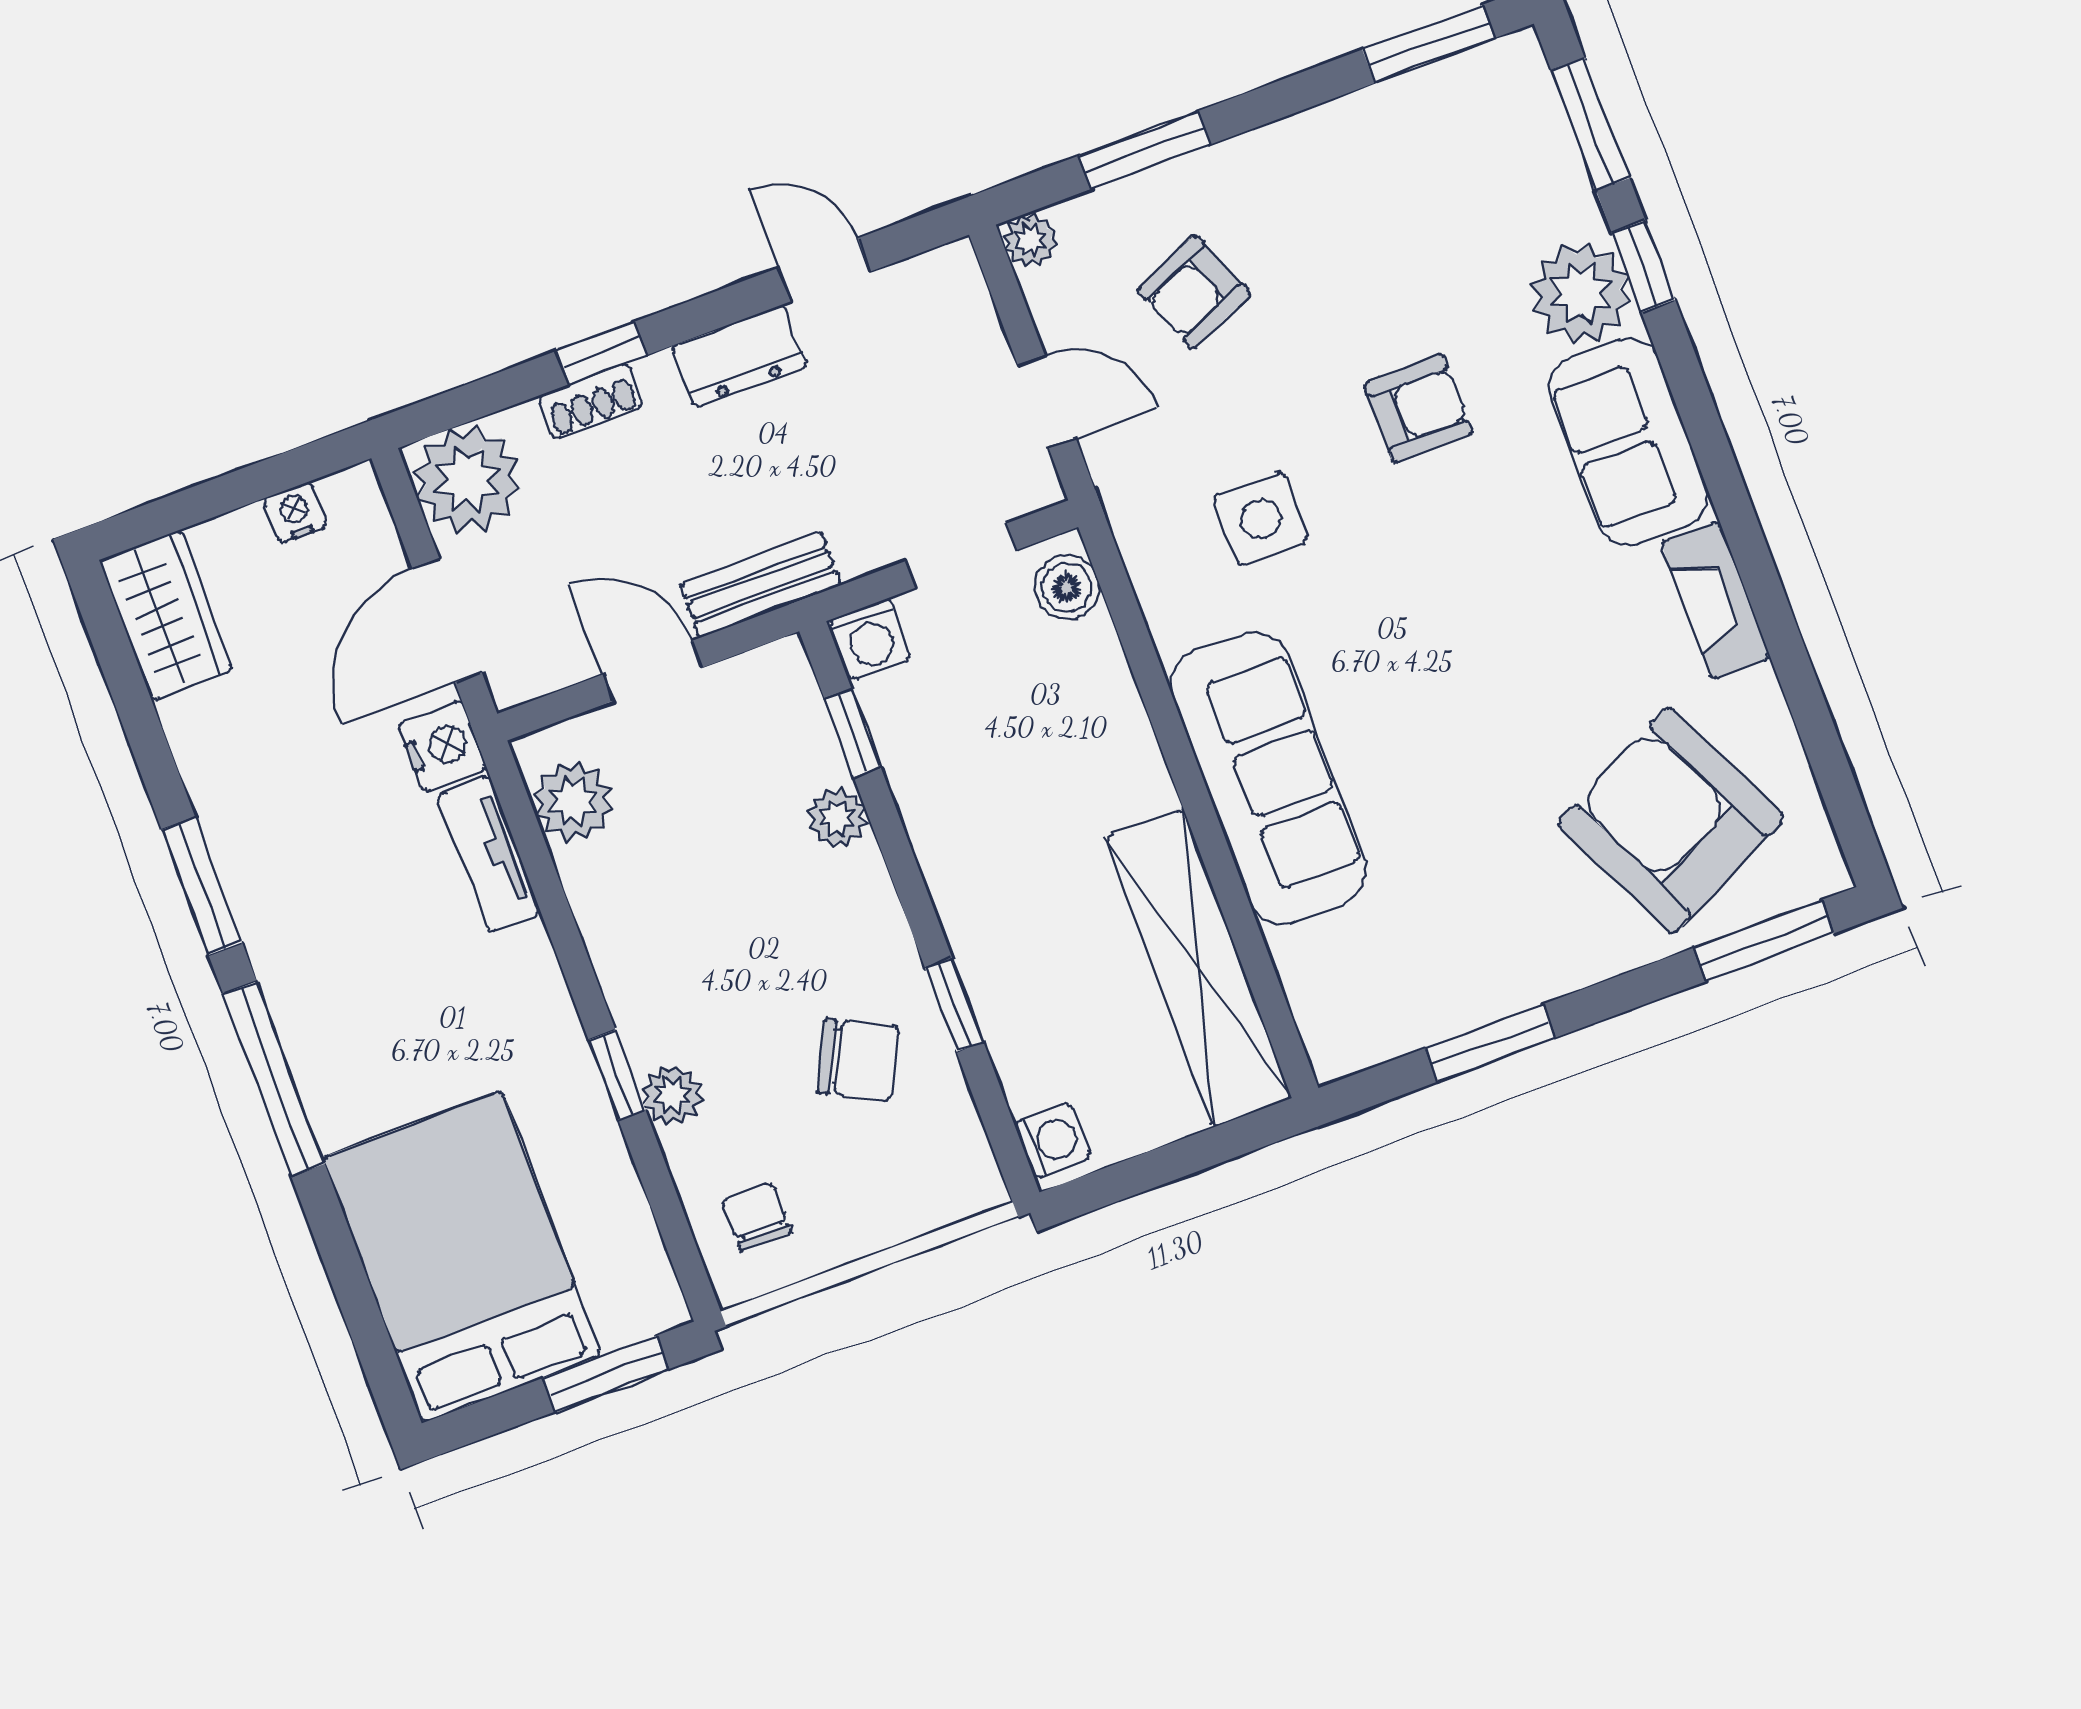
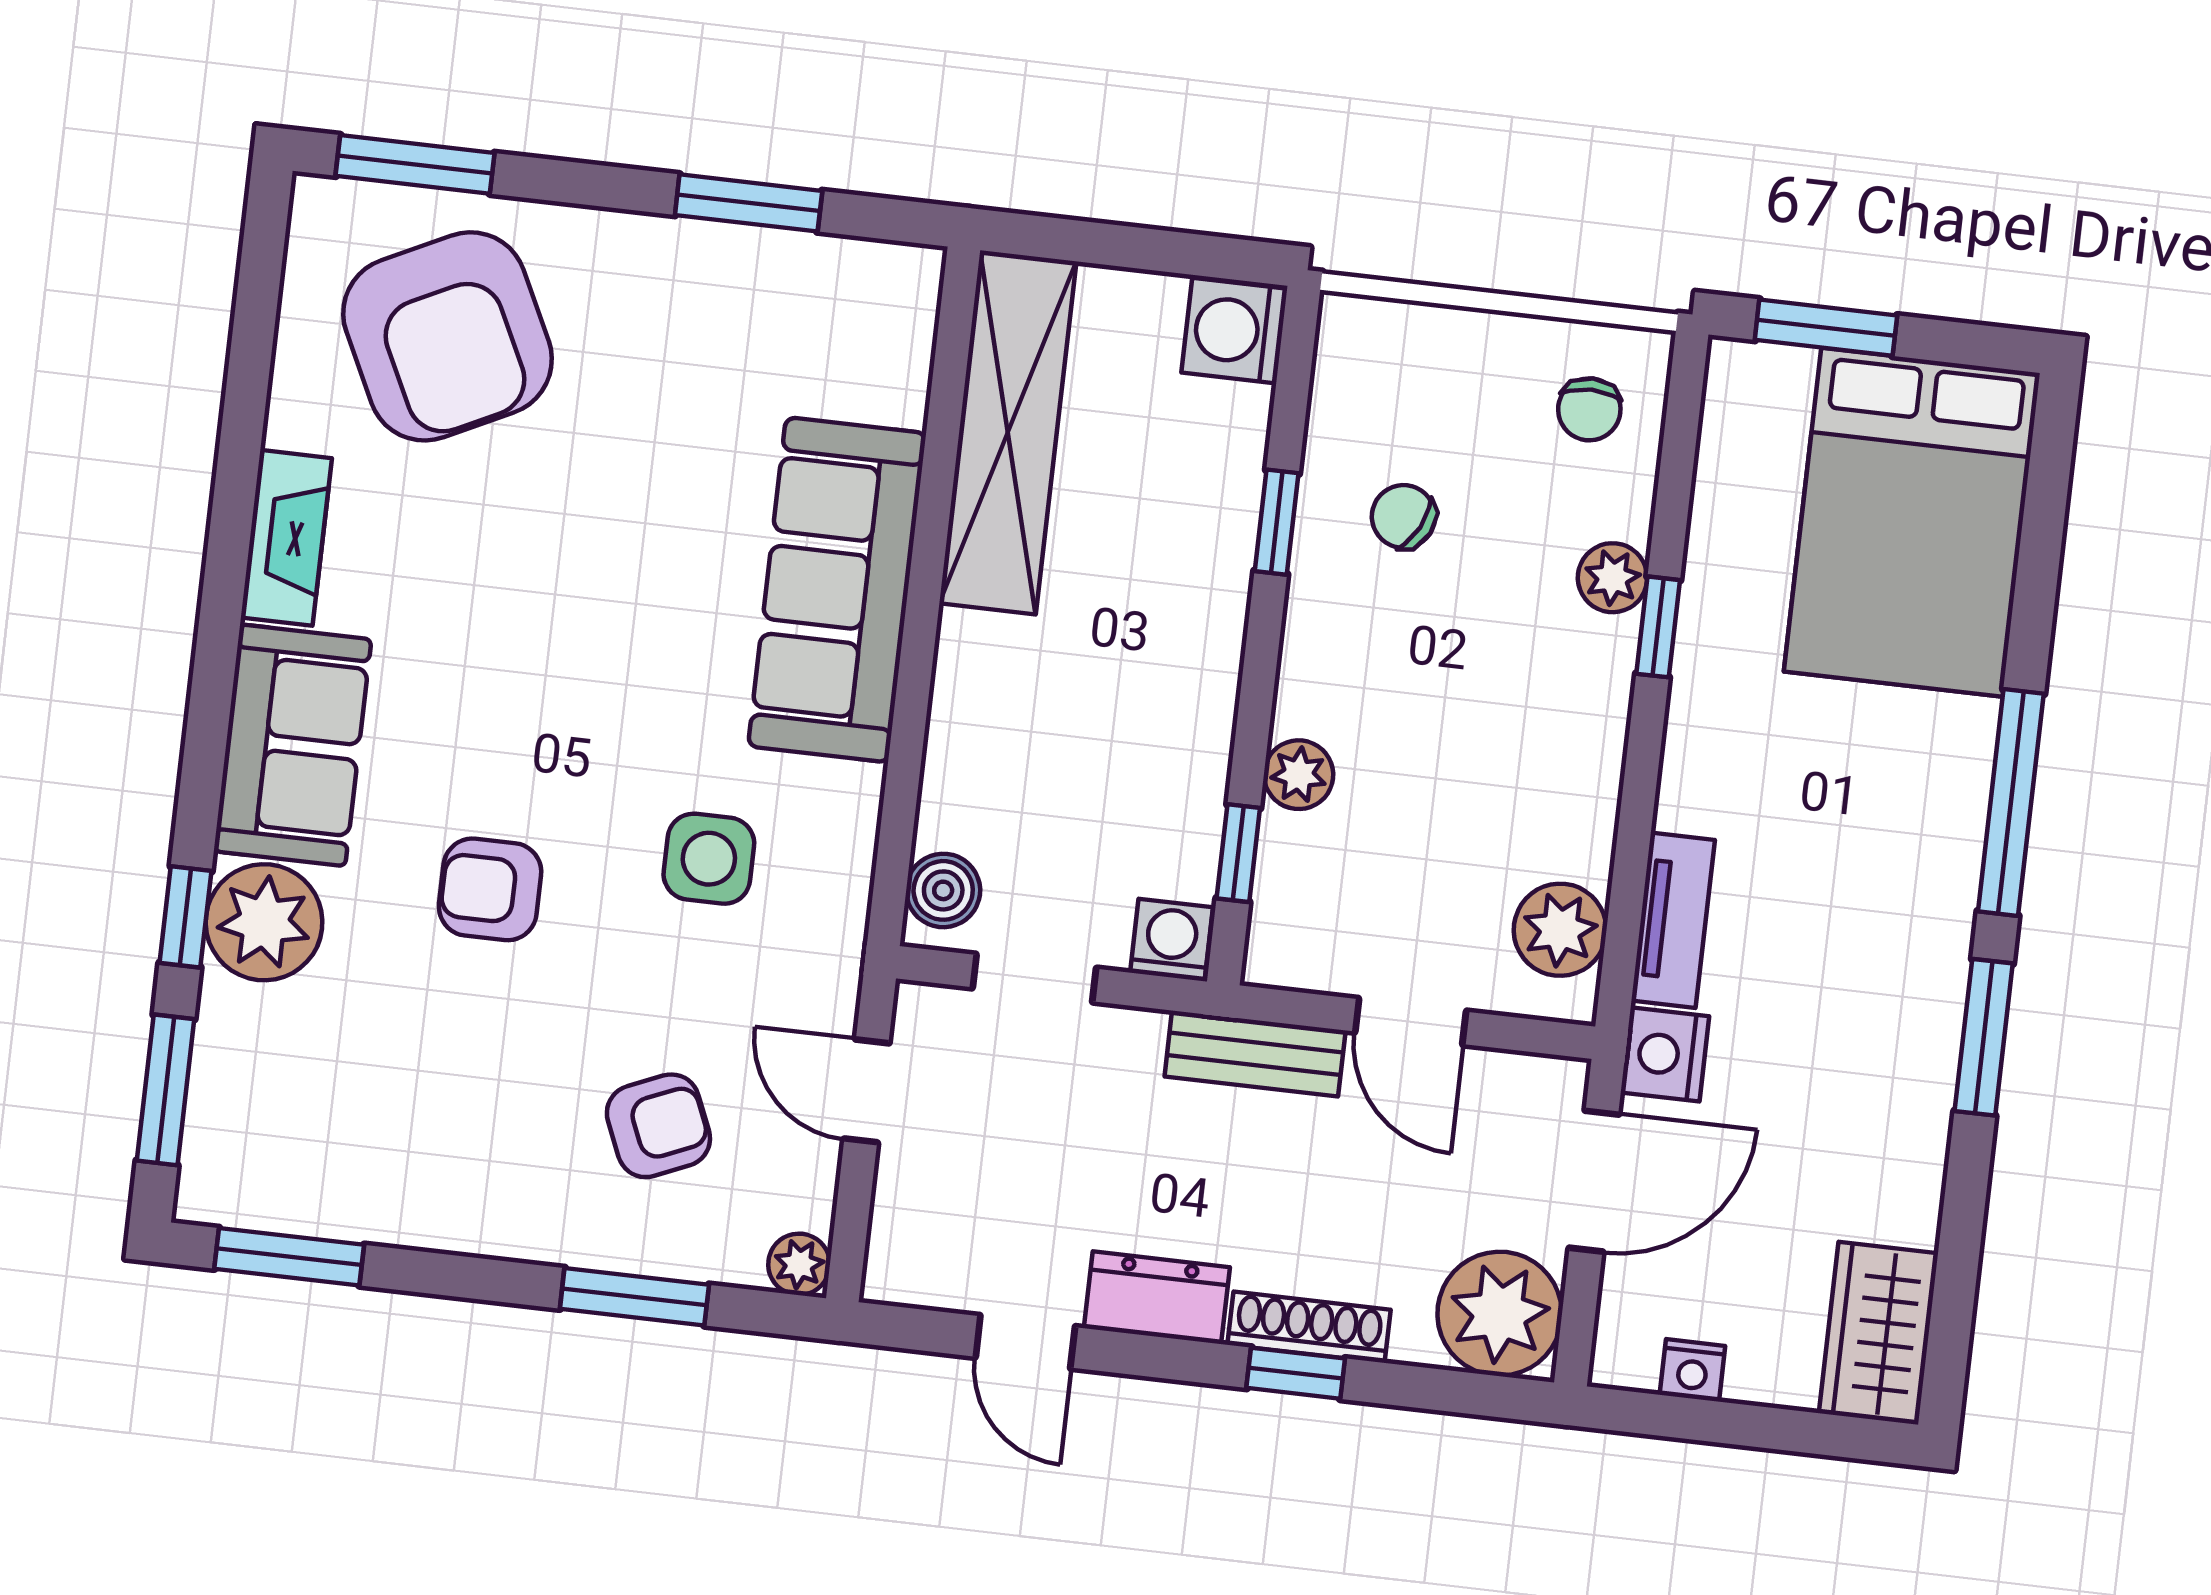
shoe rack: (591, 401) -> (1309, 1327), width x1.43
chair: (858, 1060) -> (1403, 516), width x0.73, depth x0.73
washing machine: (1052, 1141) -> (1234, 331), width x1.38, depth x1.38

